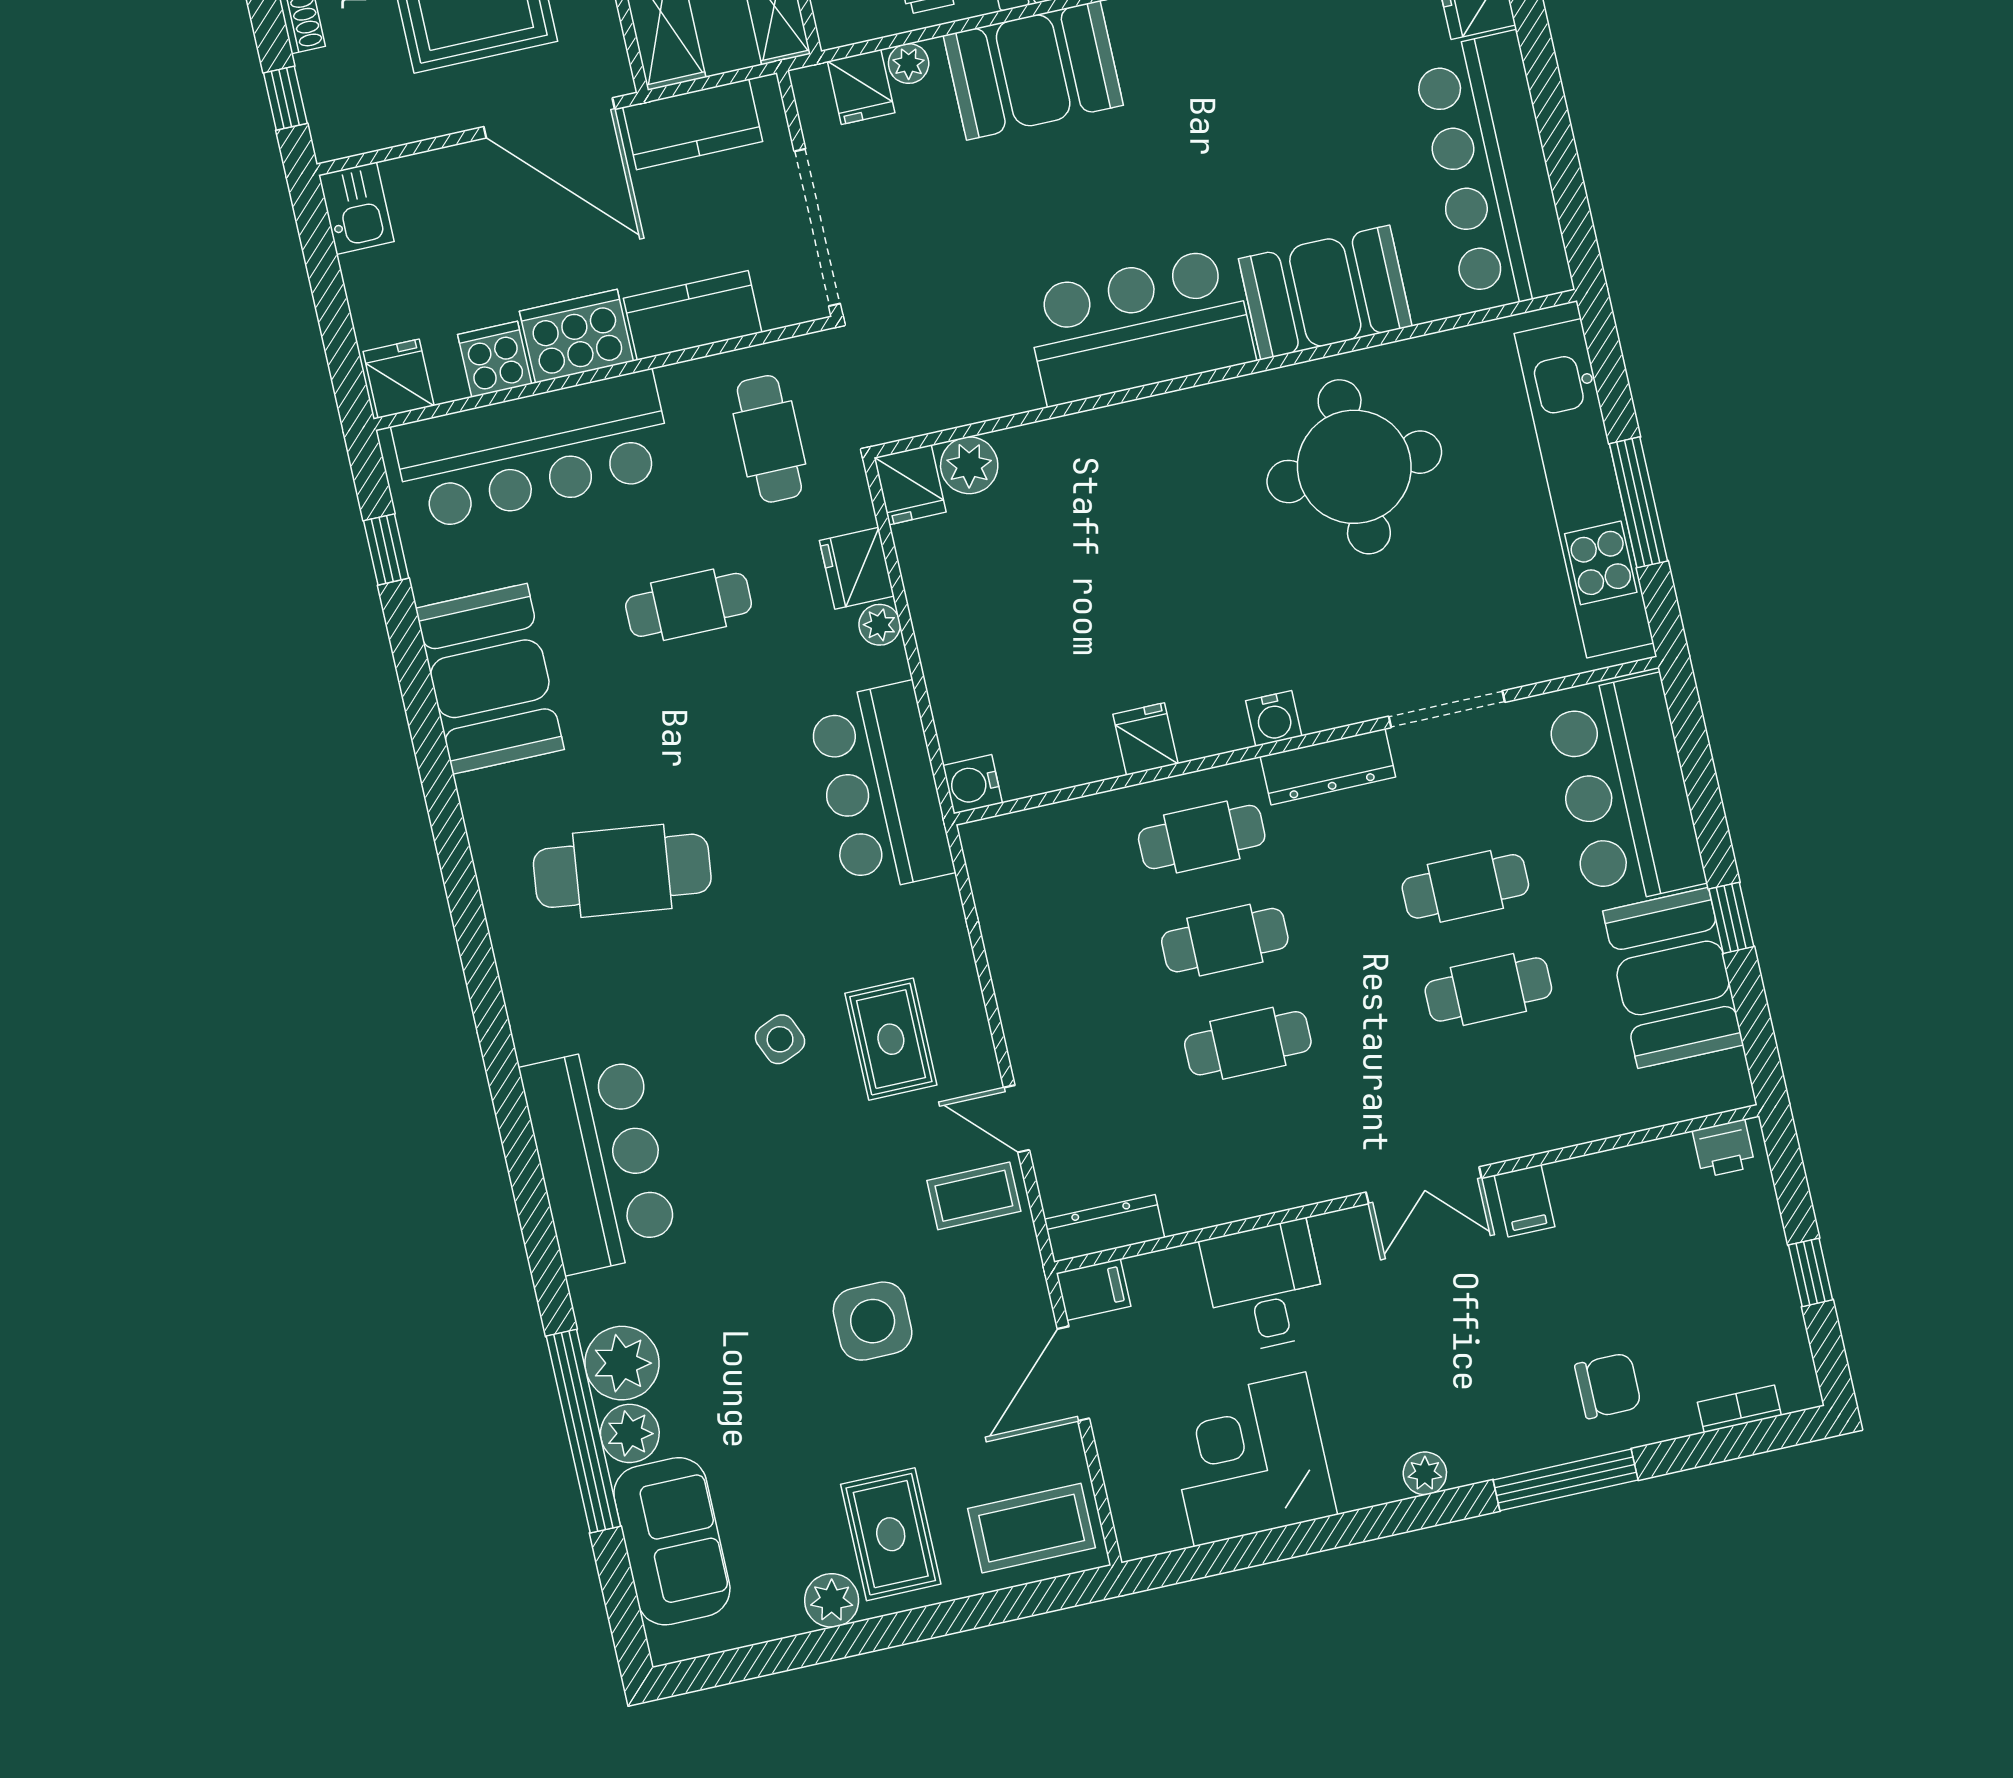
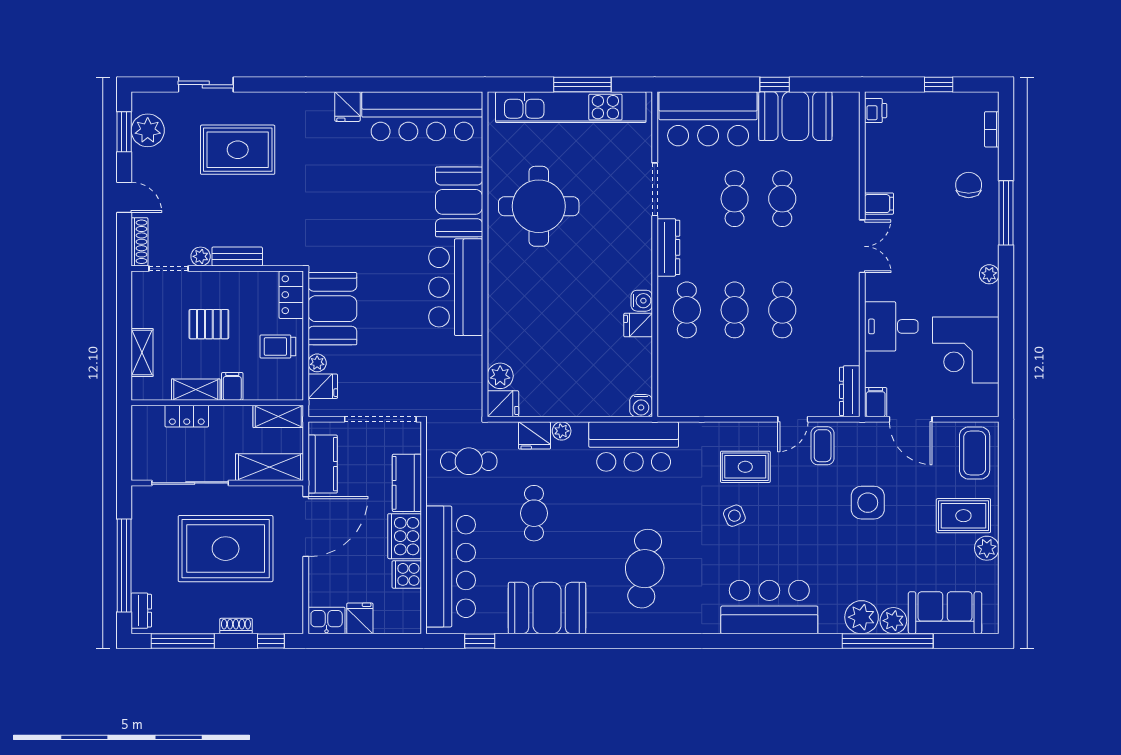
fridge: (399, 379) -> (360, 618), moved, turned 90
water cooler: (1274, 718) -> (642, 301), moved

